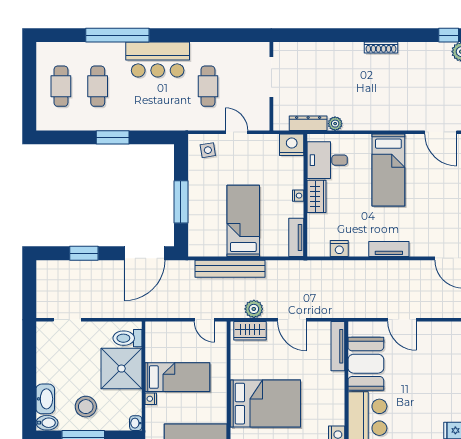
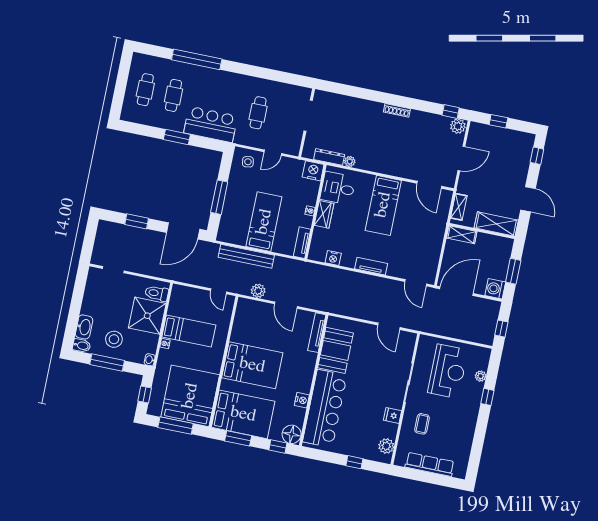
bar counter: (158, 60) -> (211, 124), moved, turned 180
door: (237, 132) -> (273, 153), swing flipped
door: (402, 320) -> (389, 326), moved
wardrobe: (250, 331) -> (252, 307), removed

